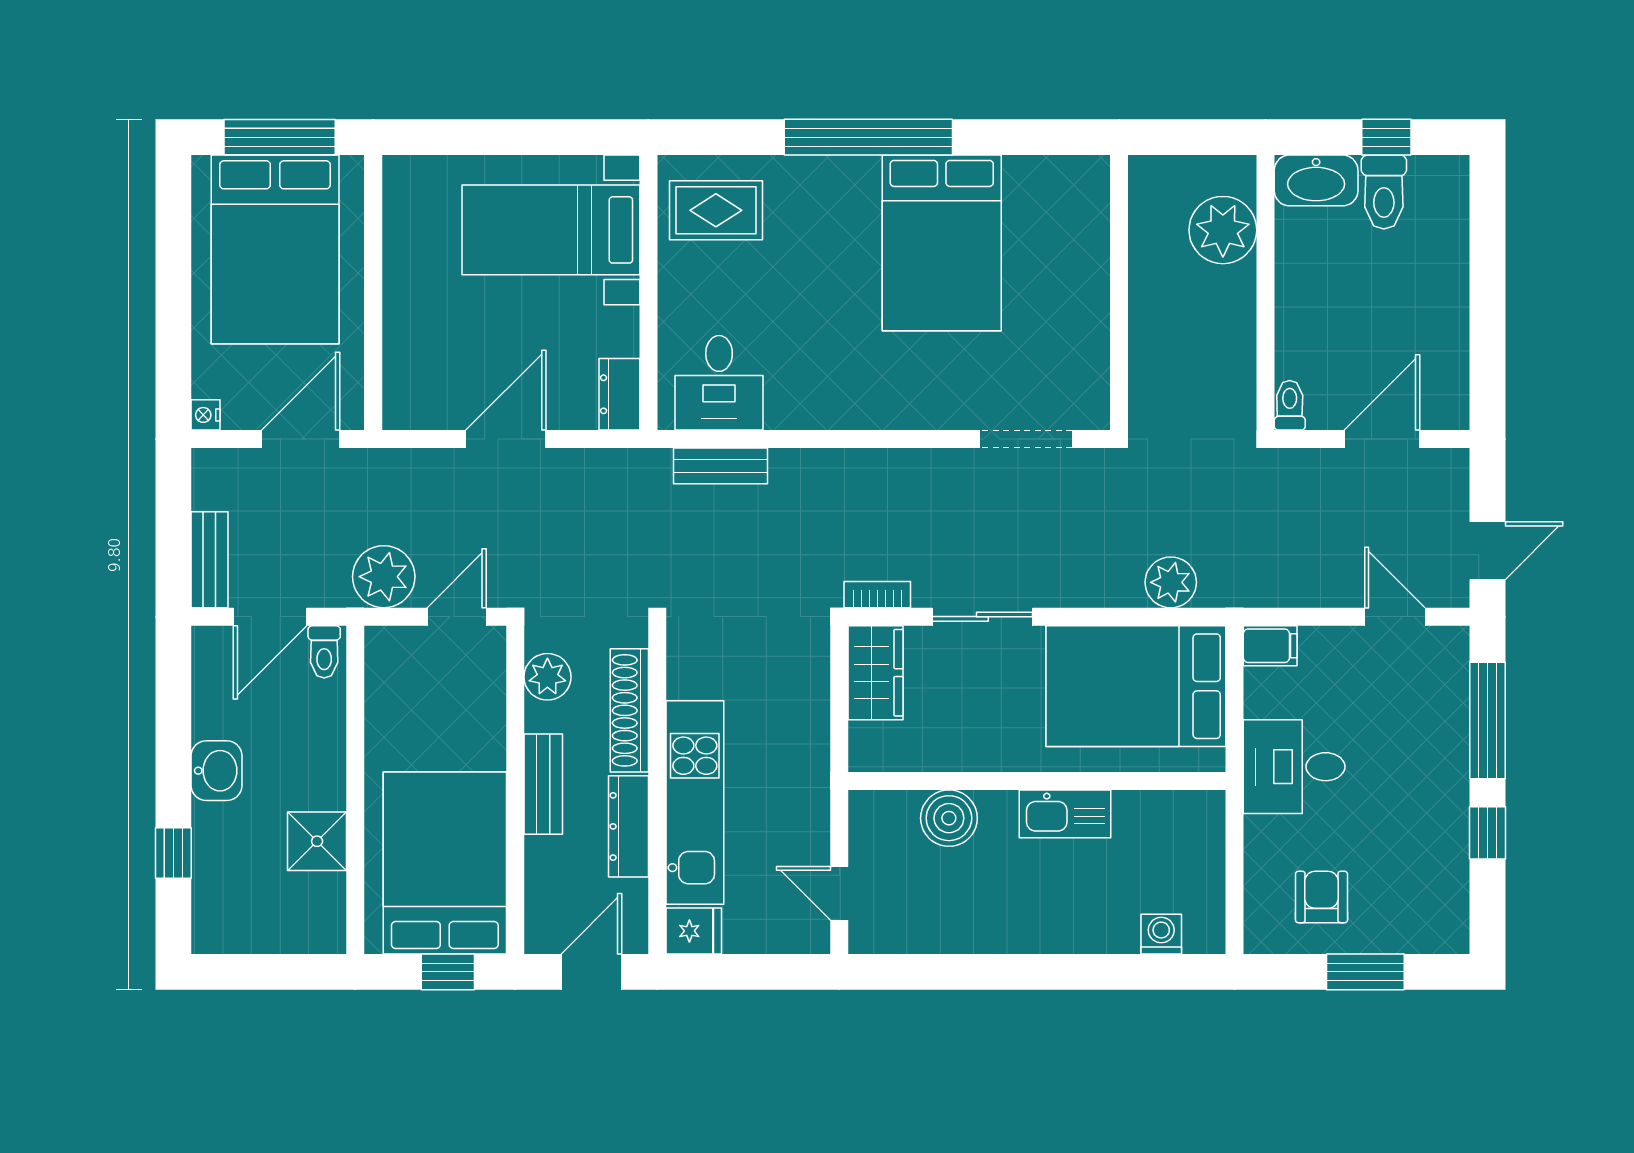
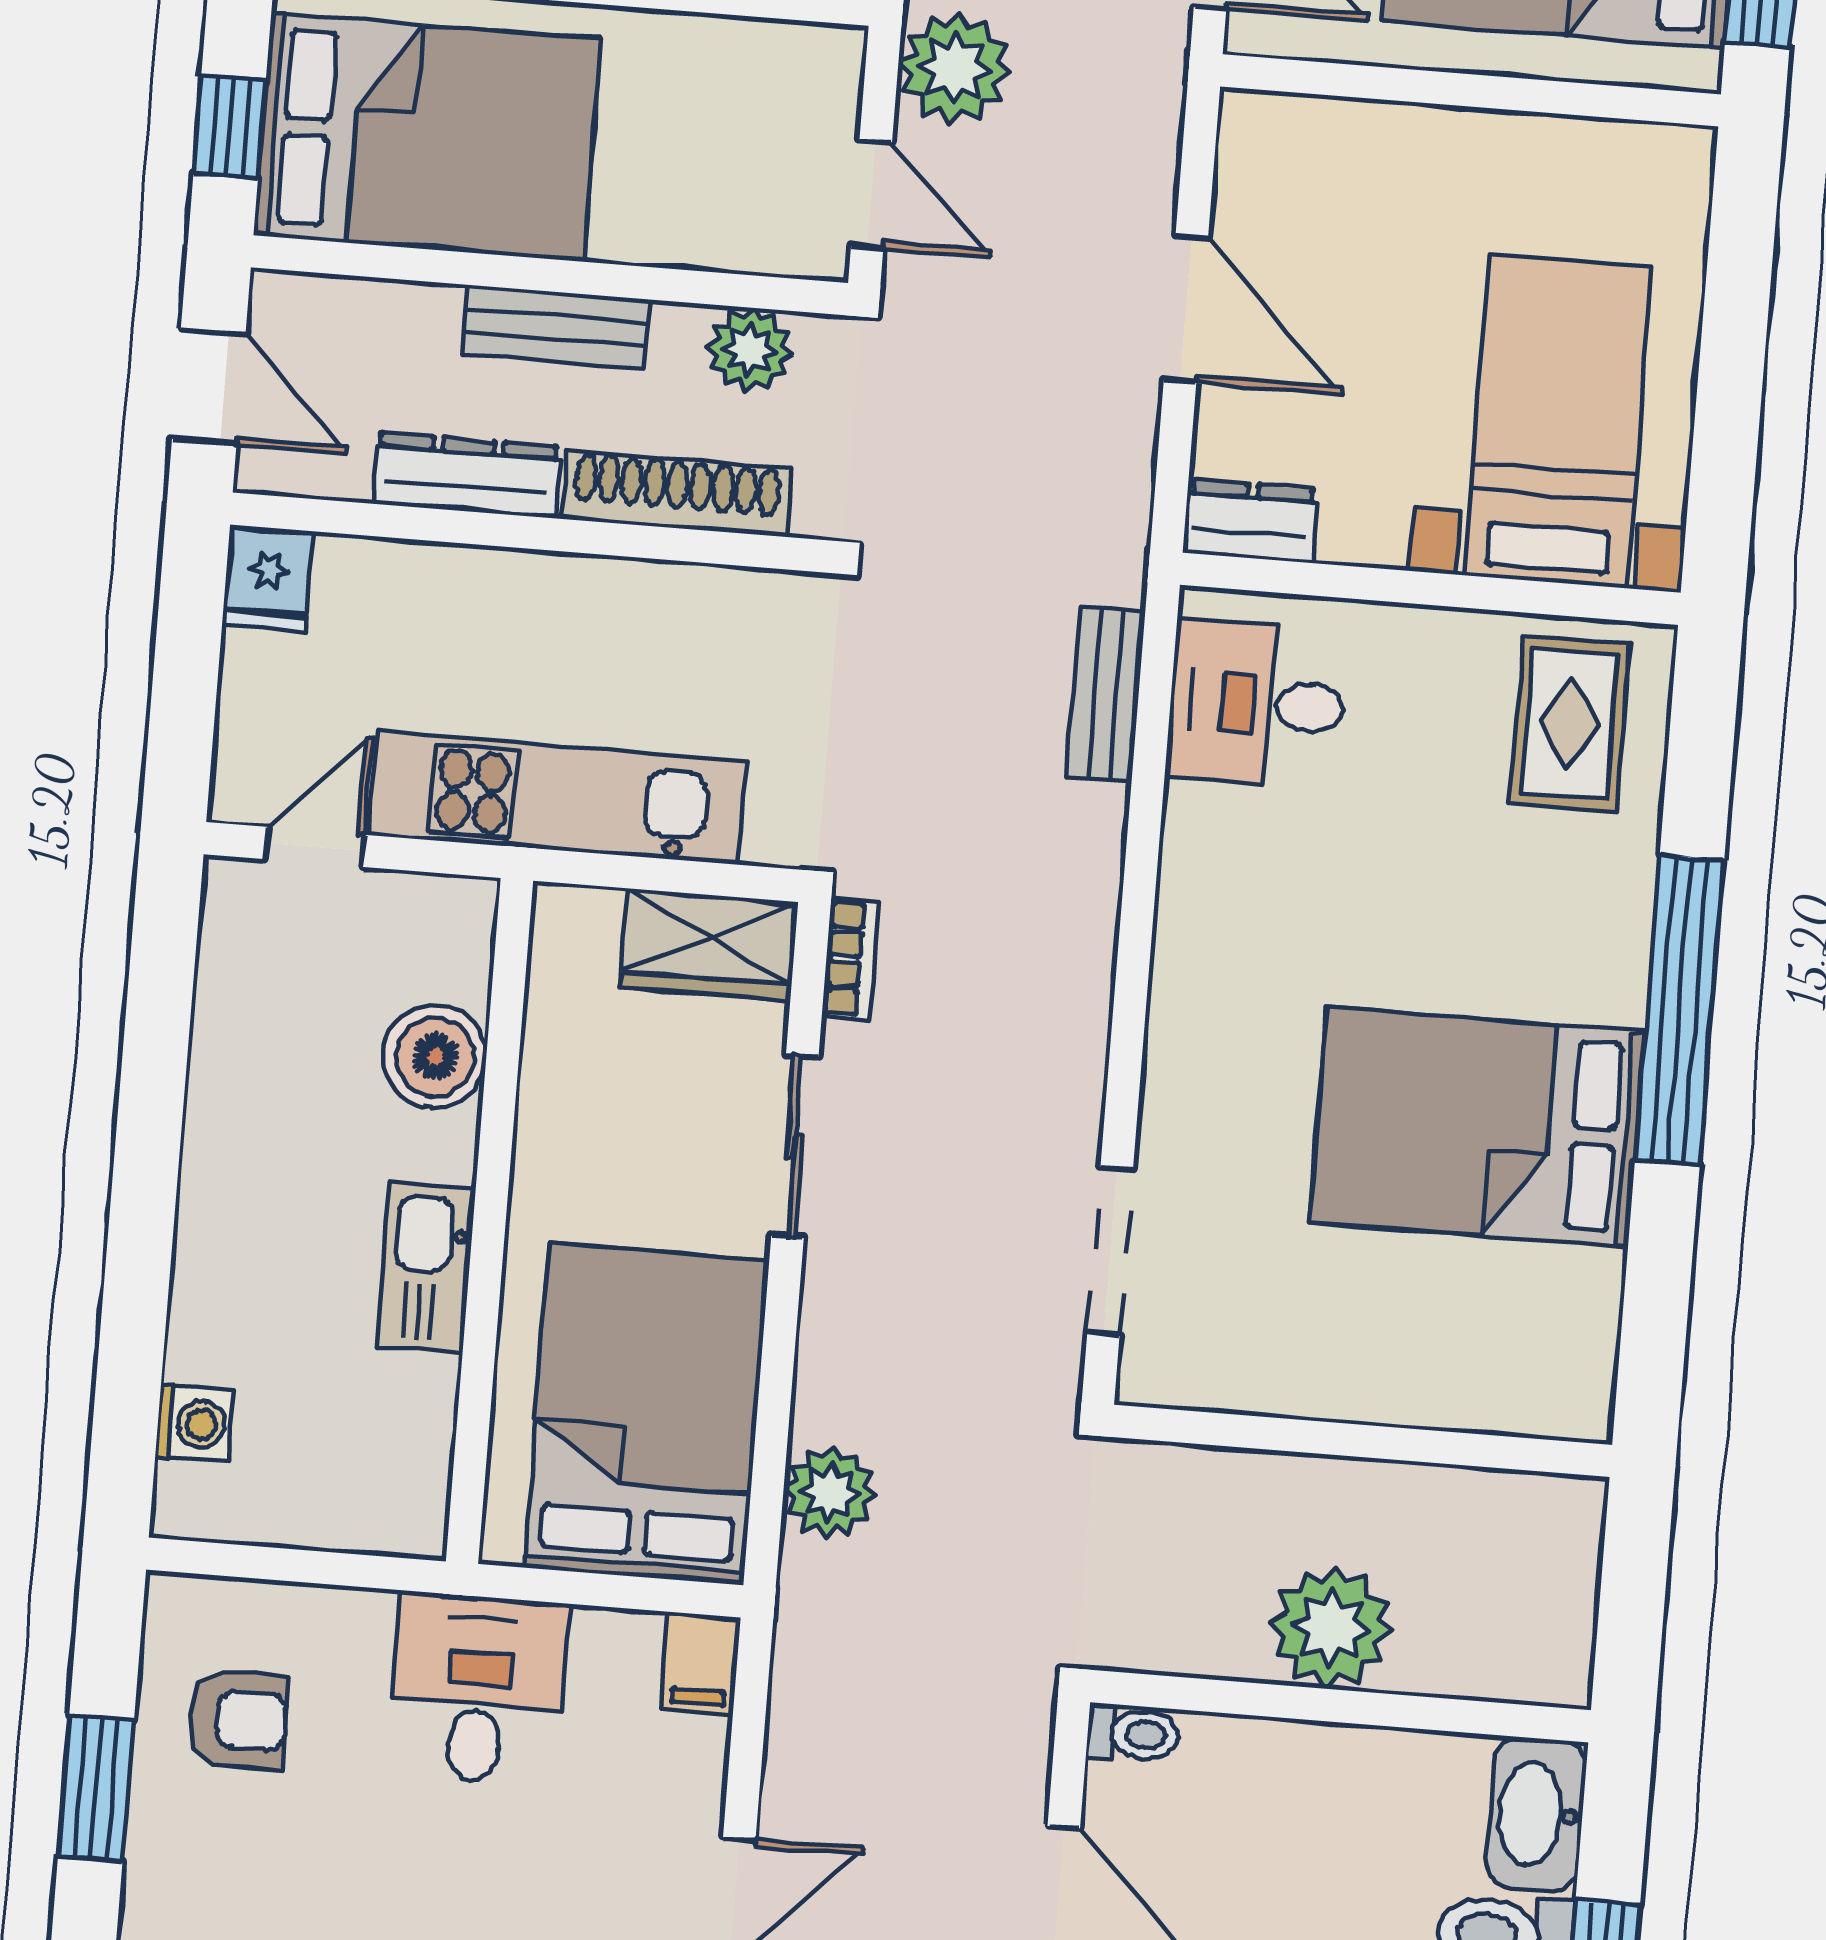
plant: (1223, 230) -> (1331, 1628), moved
kitchen unit: (695, 802) -> (558, 798), moved, turned 180

